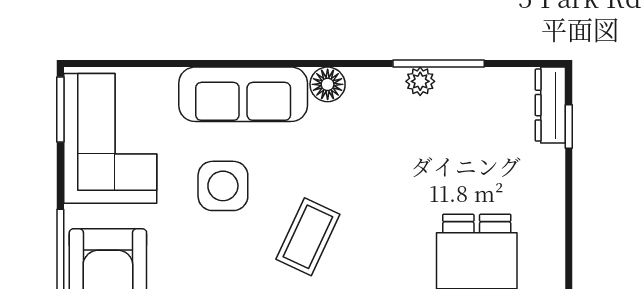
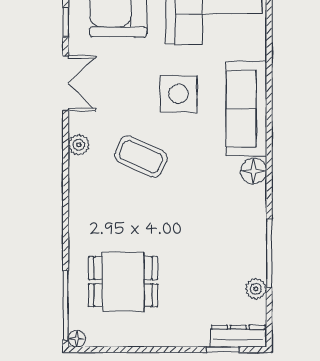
plant: (420, 81) -> (256, 289), moved

